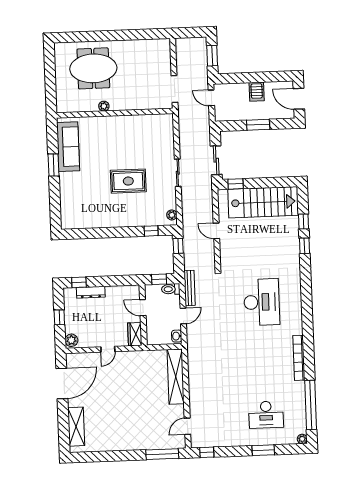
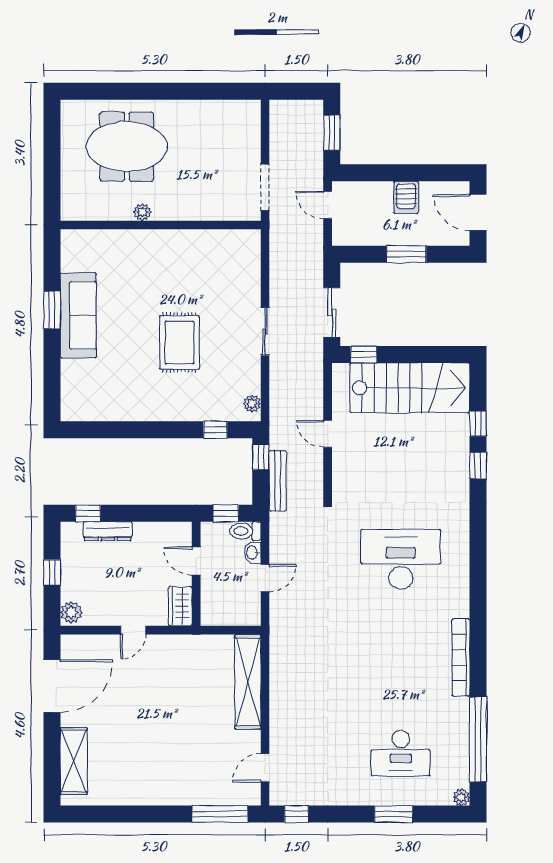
sofa: (68, 147) -> (78, 315), moved
rug: (128, 181) -> (179, 343), turned 90
bench: (190, 288) -> (278, 481), moved
desk: (262, 302) -> (401, 559), turned -90
washbasin: (177, 336) -> (252, 553), moved

